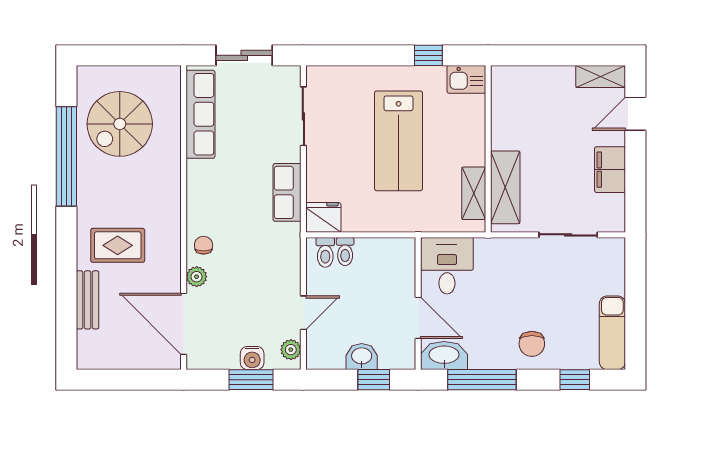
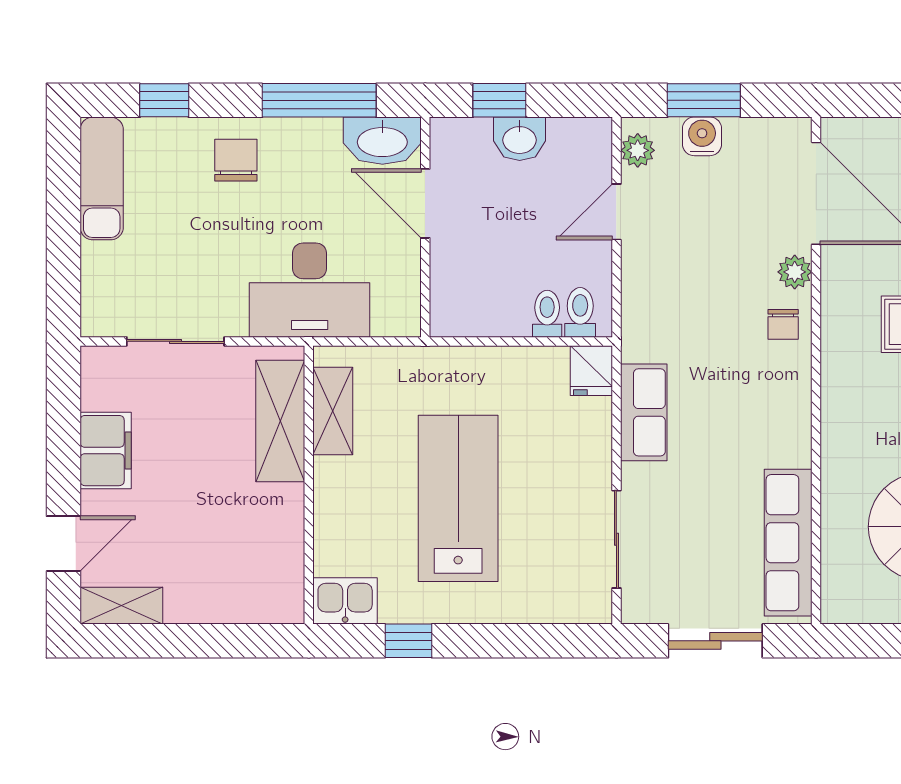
fridge: (323, 217) -> (591, 371), width x0.72
desk: (447, 266) -> (310, 290), moved, width x1.37

